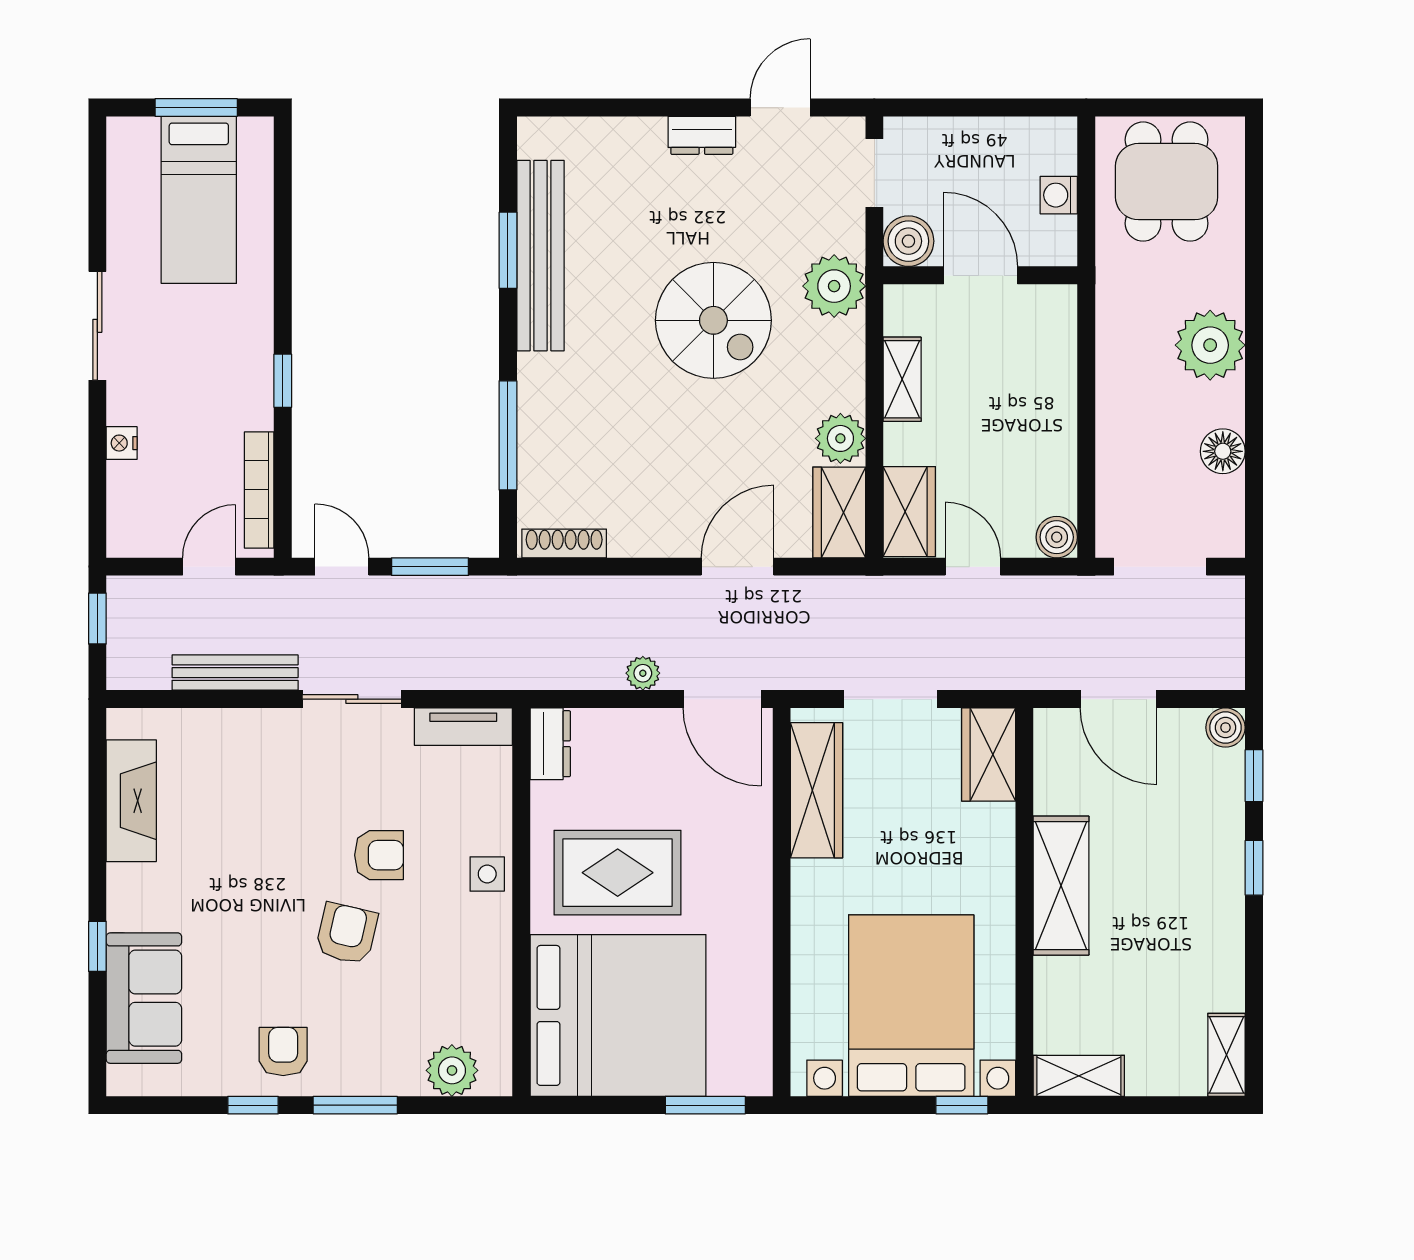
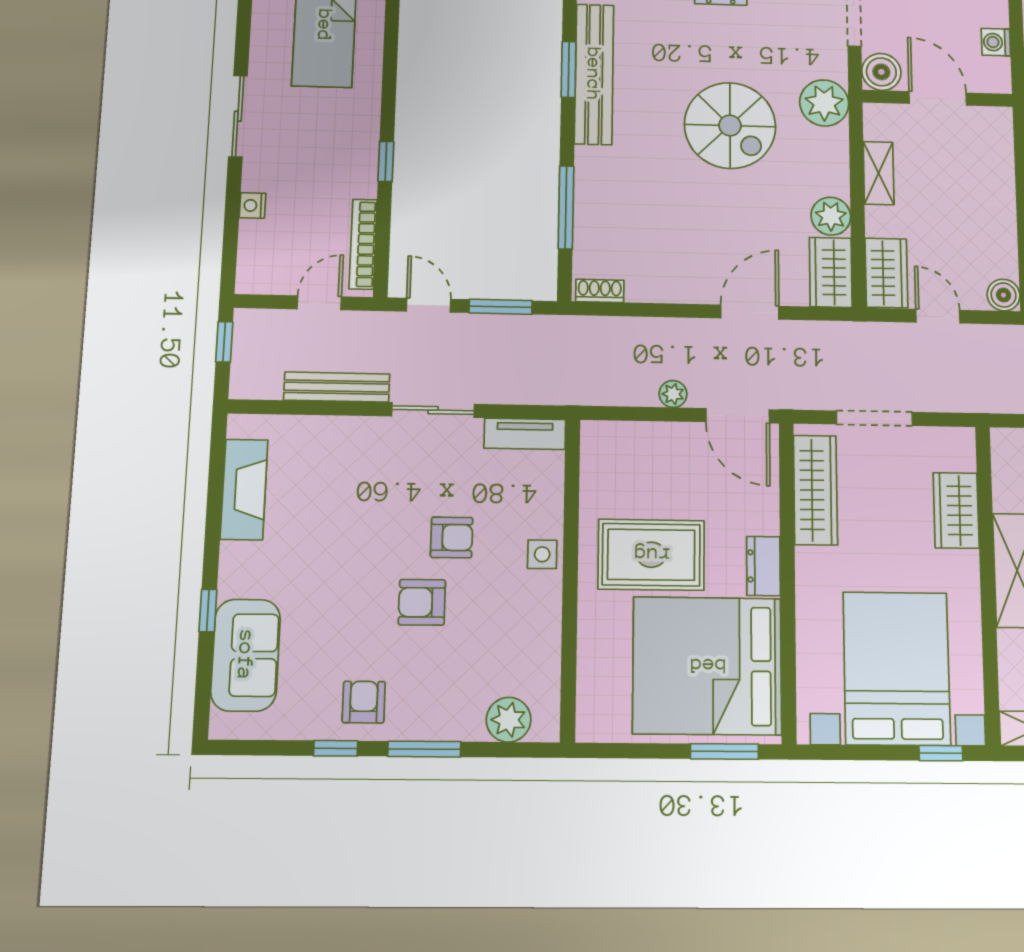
shoe rack: (564, 543) -> (600, 291), width x0.70
dresser: (550, 744) -> (763, 566), moved, turned 180
wardrobe: (989, 754) -> (956, 510), moved
armchair: (347, 933) -> (422, 602), turned -103
bed: (618, 1015) -> (707, 666), moved, turned 180

